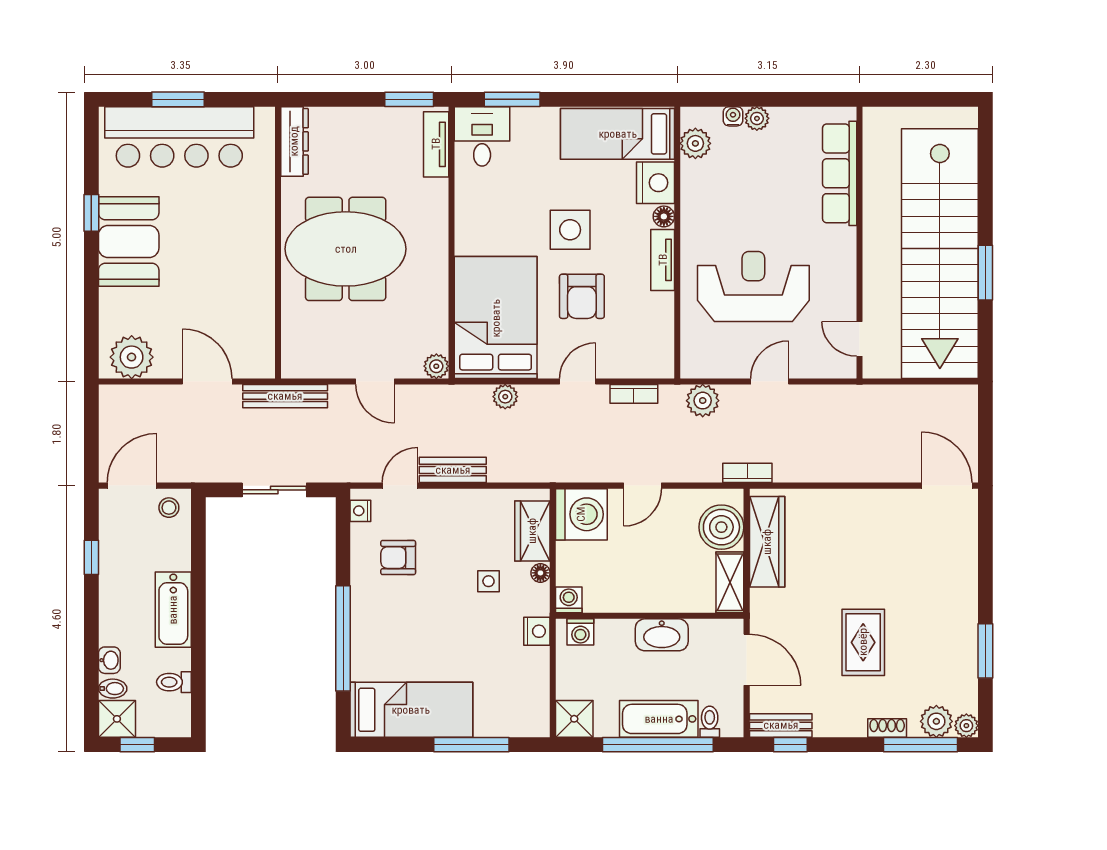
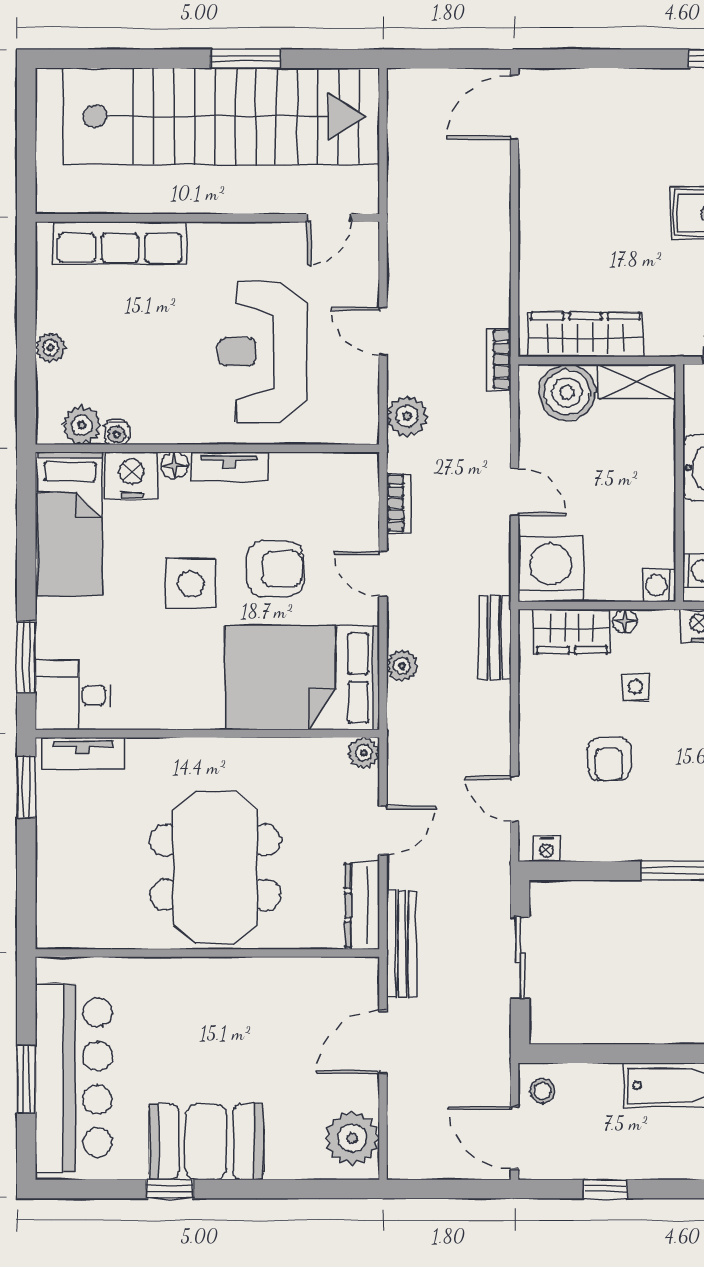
water cooler: (733, 116) -> (117, 432), moved, turned -90
dresser: (294, 141) -> (362, 905), moved, turned -90
bench: (453, 470) -> (495, 637), moved
armchair: (398, 558) -> (609, 759), moved

